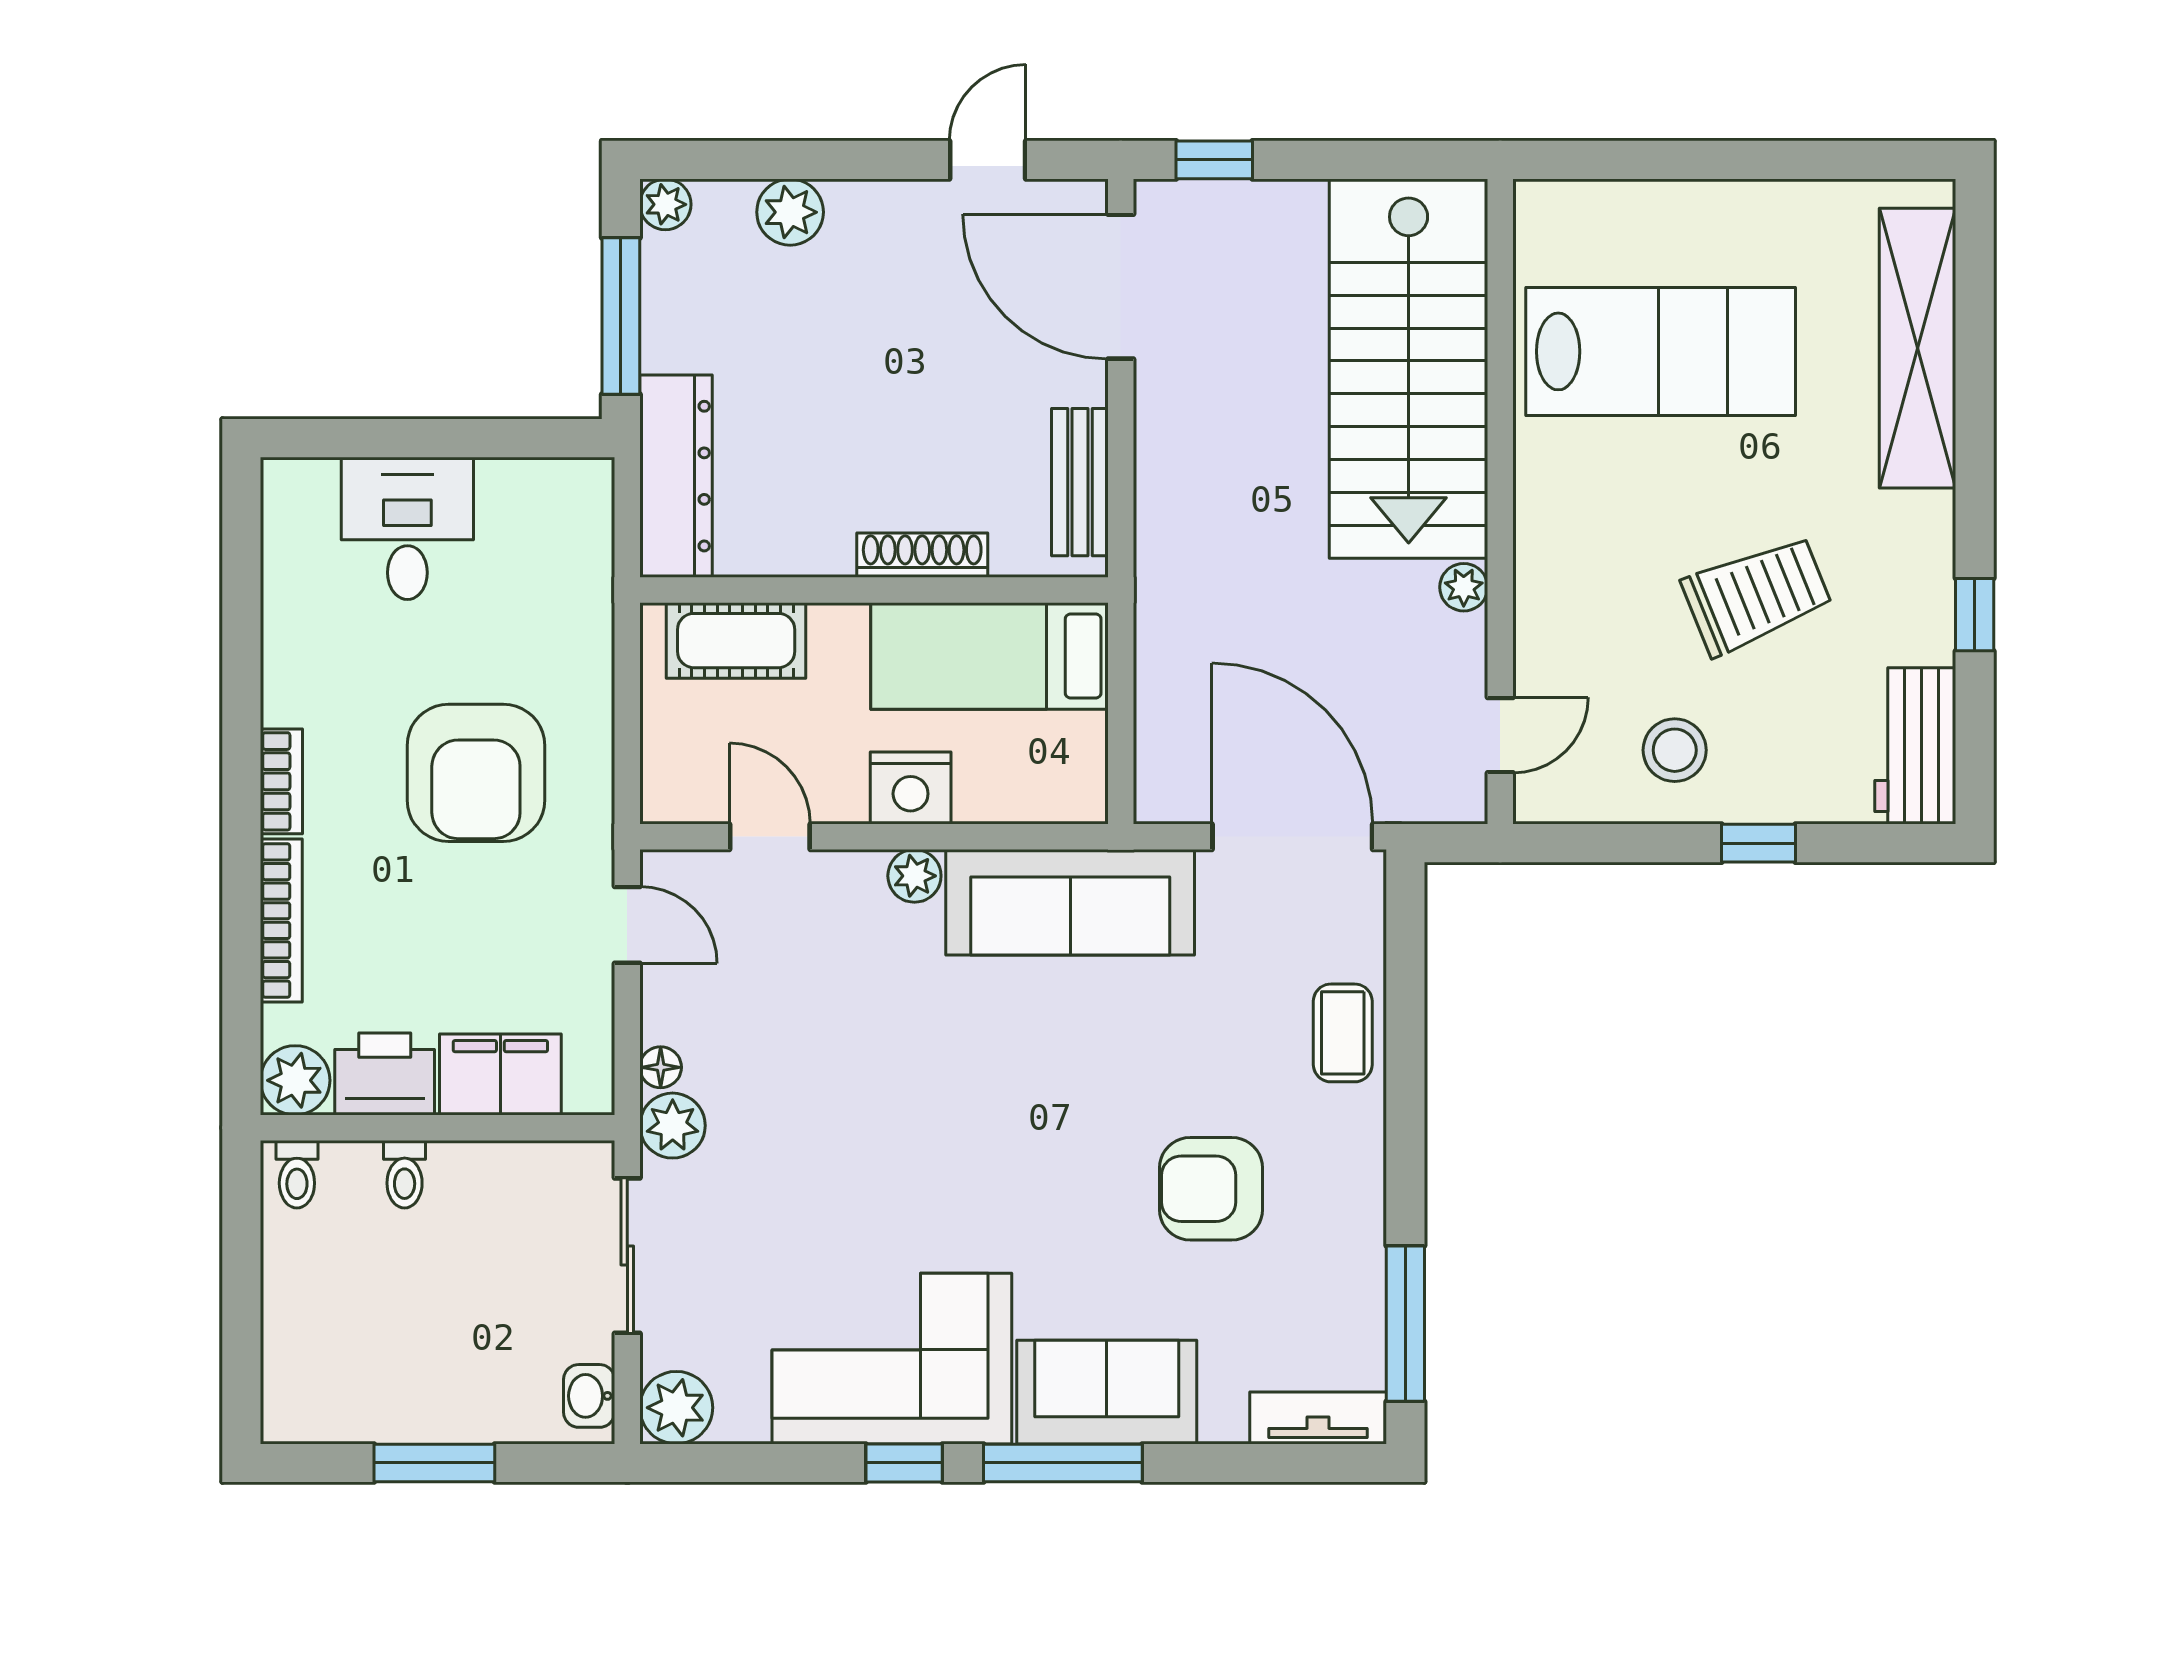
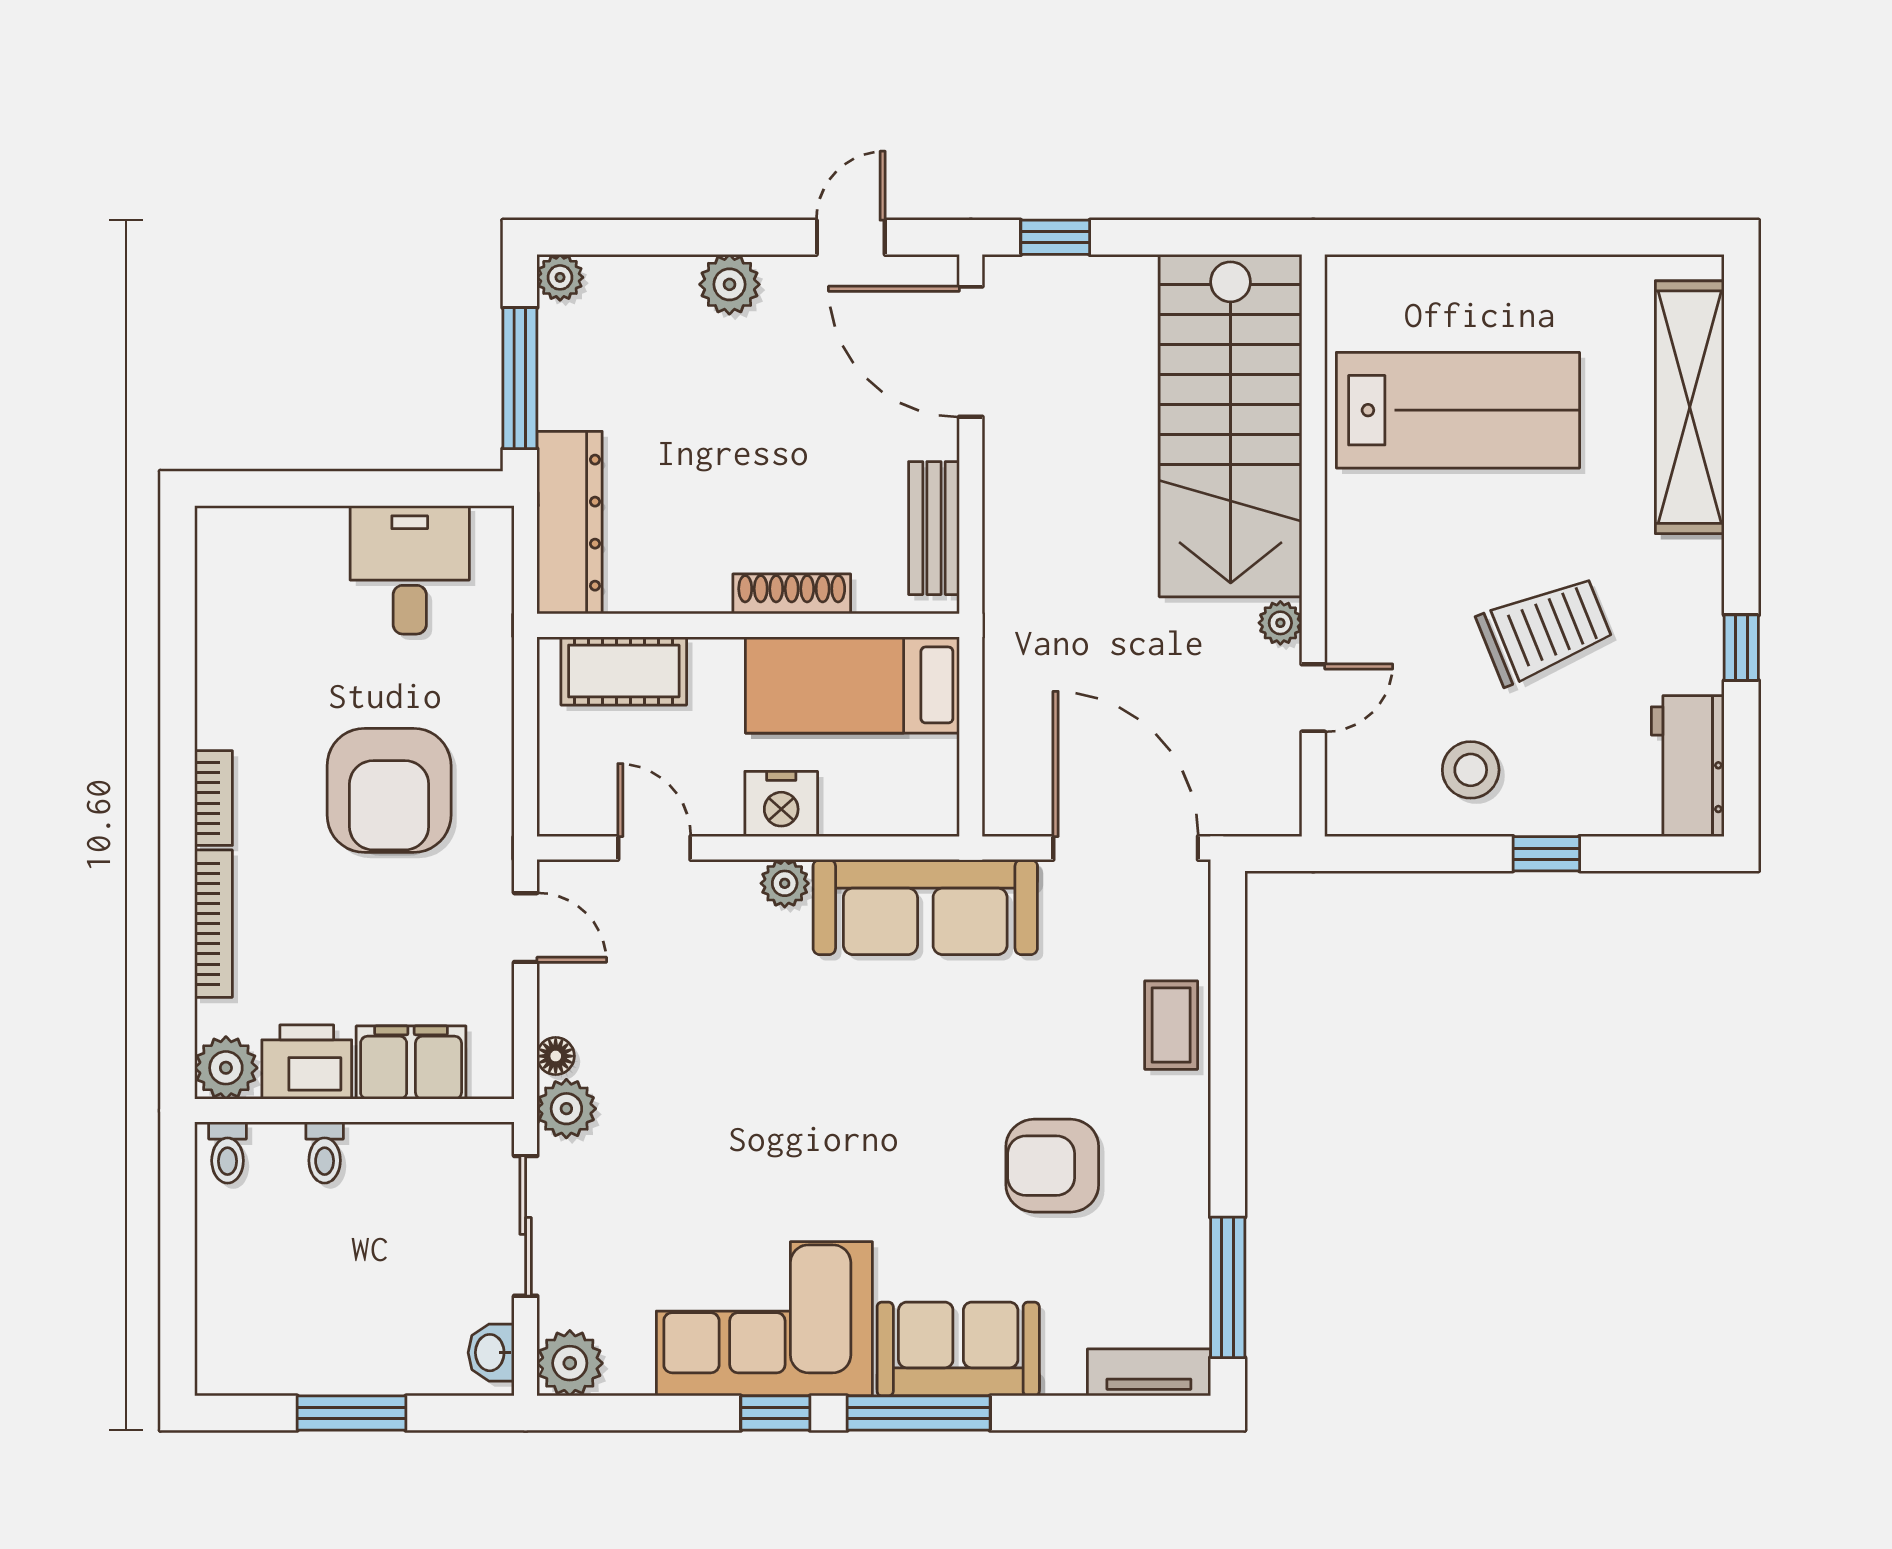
plant: (790, 212) -> (729, 284), moved
desk: (407, 528) -> (410, 570), moved
door: (1500, 735) -> (1313, 698), moved

